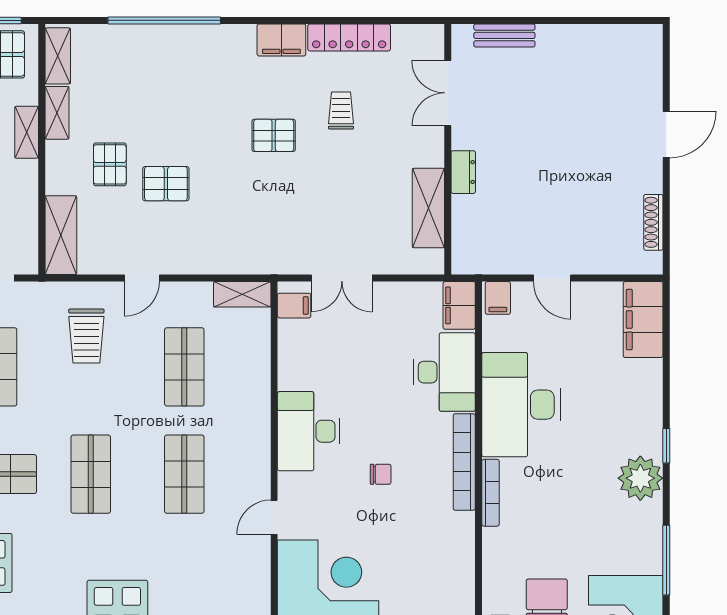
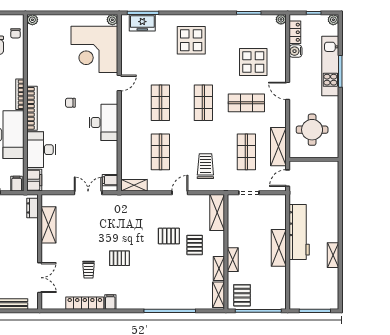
filing cabinet: (281, 40) -> (110, 302), width x0.50
dresser: (463, 172) -> (32, 208), moved

